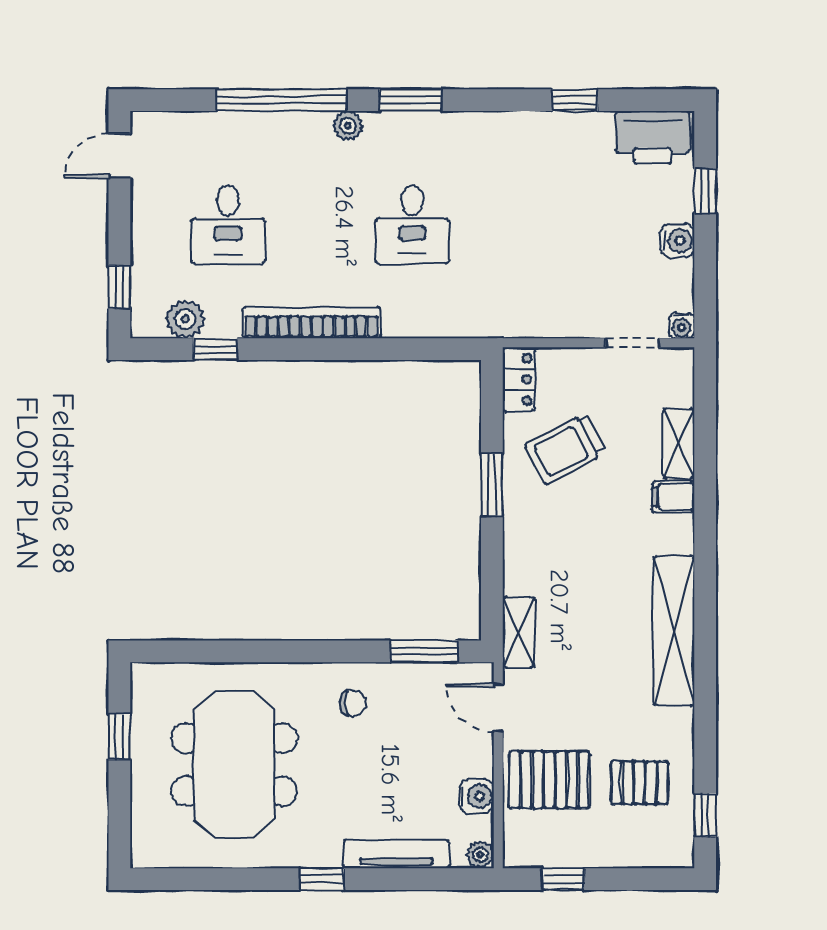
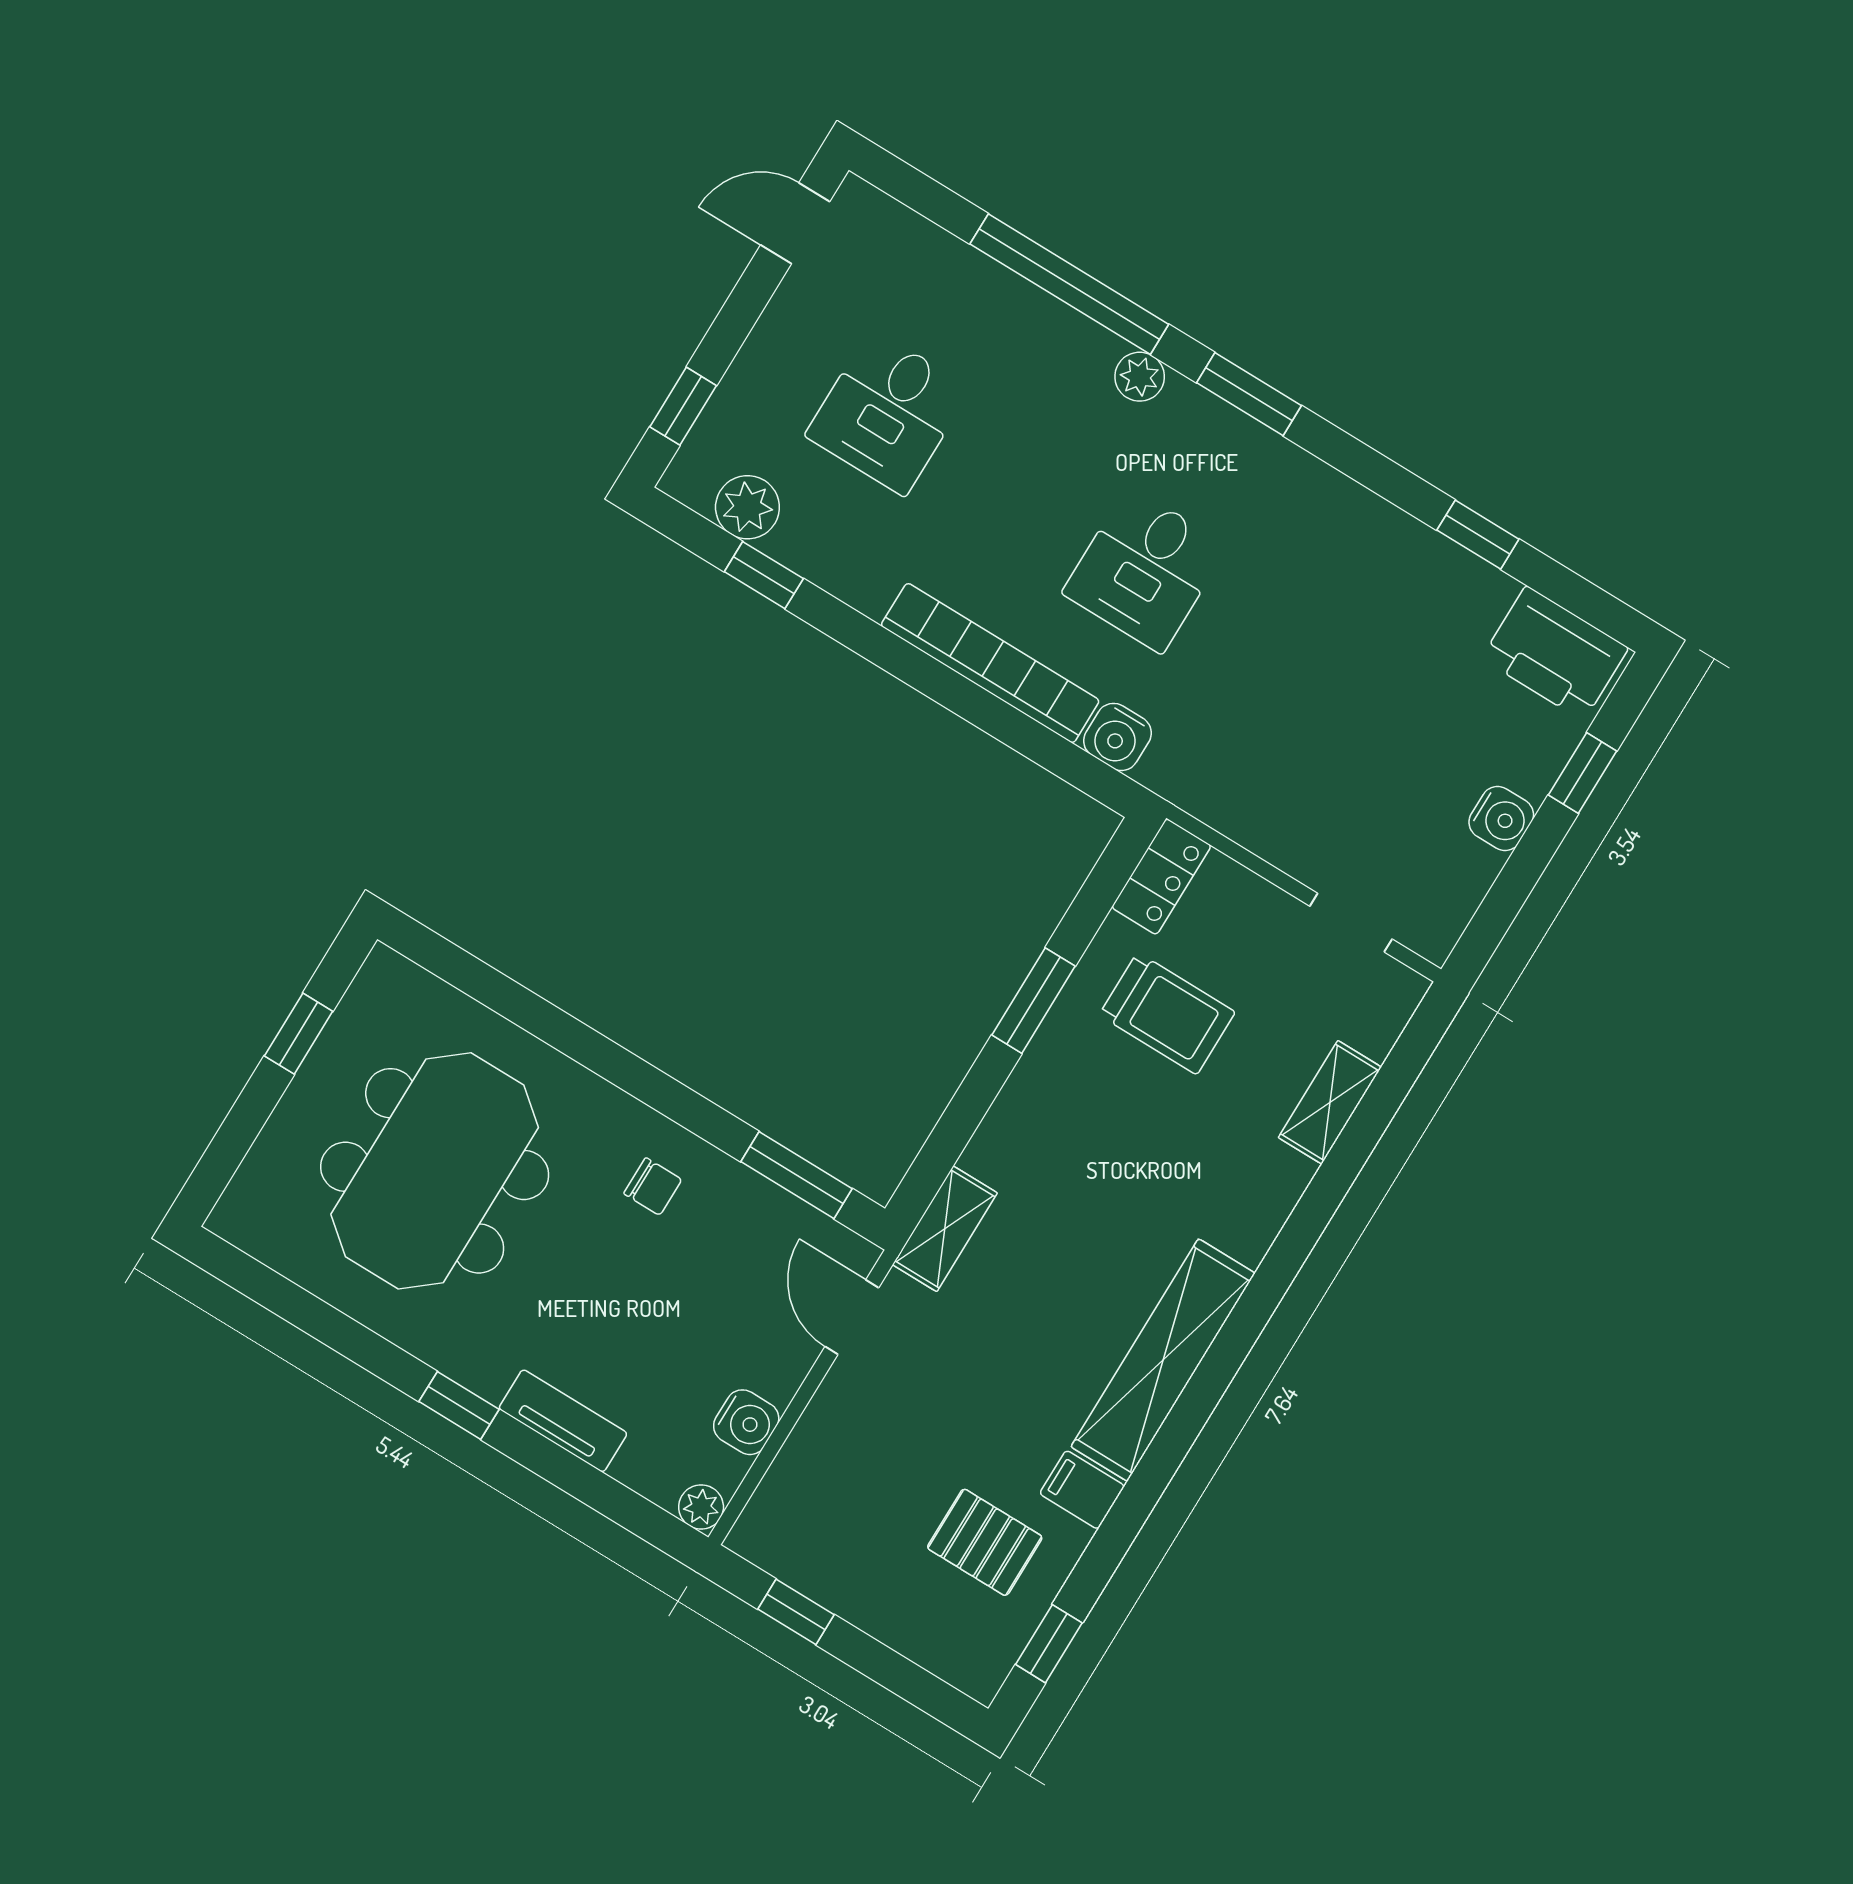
bookcase: (311, 323) -> (990, 663), moved
water cooler: (681, 326) -> (1117, 737), moved, width x1.38, depth x1.38
trolley: (566, 449) -> (1167, 1014), turned -152
filing cabinet: (673, 497) -> (1082, 1490), moved
pallet: (549, 780) -> (862, 1461), removed
tv unit: (396, 854) -> (563, 1421), width x0.71

